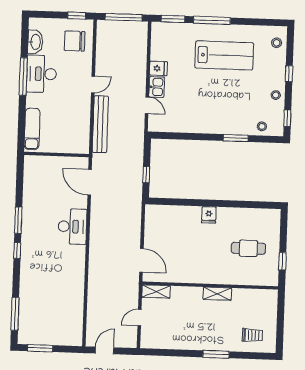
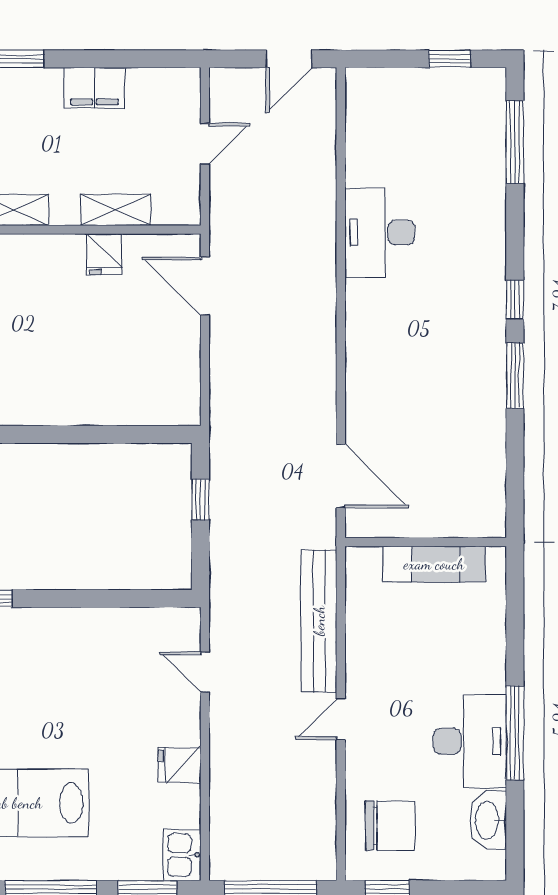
kitchen sink: (157, 87) -> (182, 855), moved
exam couch: (32, 129) -> (434, 564), moved, turned -90
fridge: (209, 215) -> (104, 254), moved, turned 180
desk: (72, 227) -> (380, 232), moved
shelving: (156, 292) -> (115, 210), moved
filing cabinet: (183, 342) -> (94, 88), added
window: (40, 348) -> (450, 59), width x0.67

